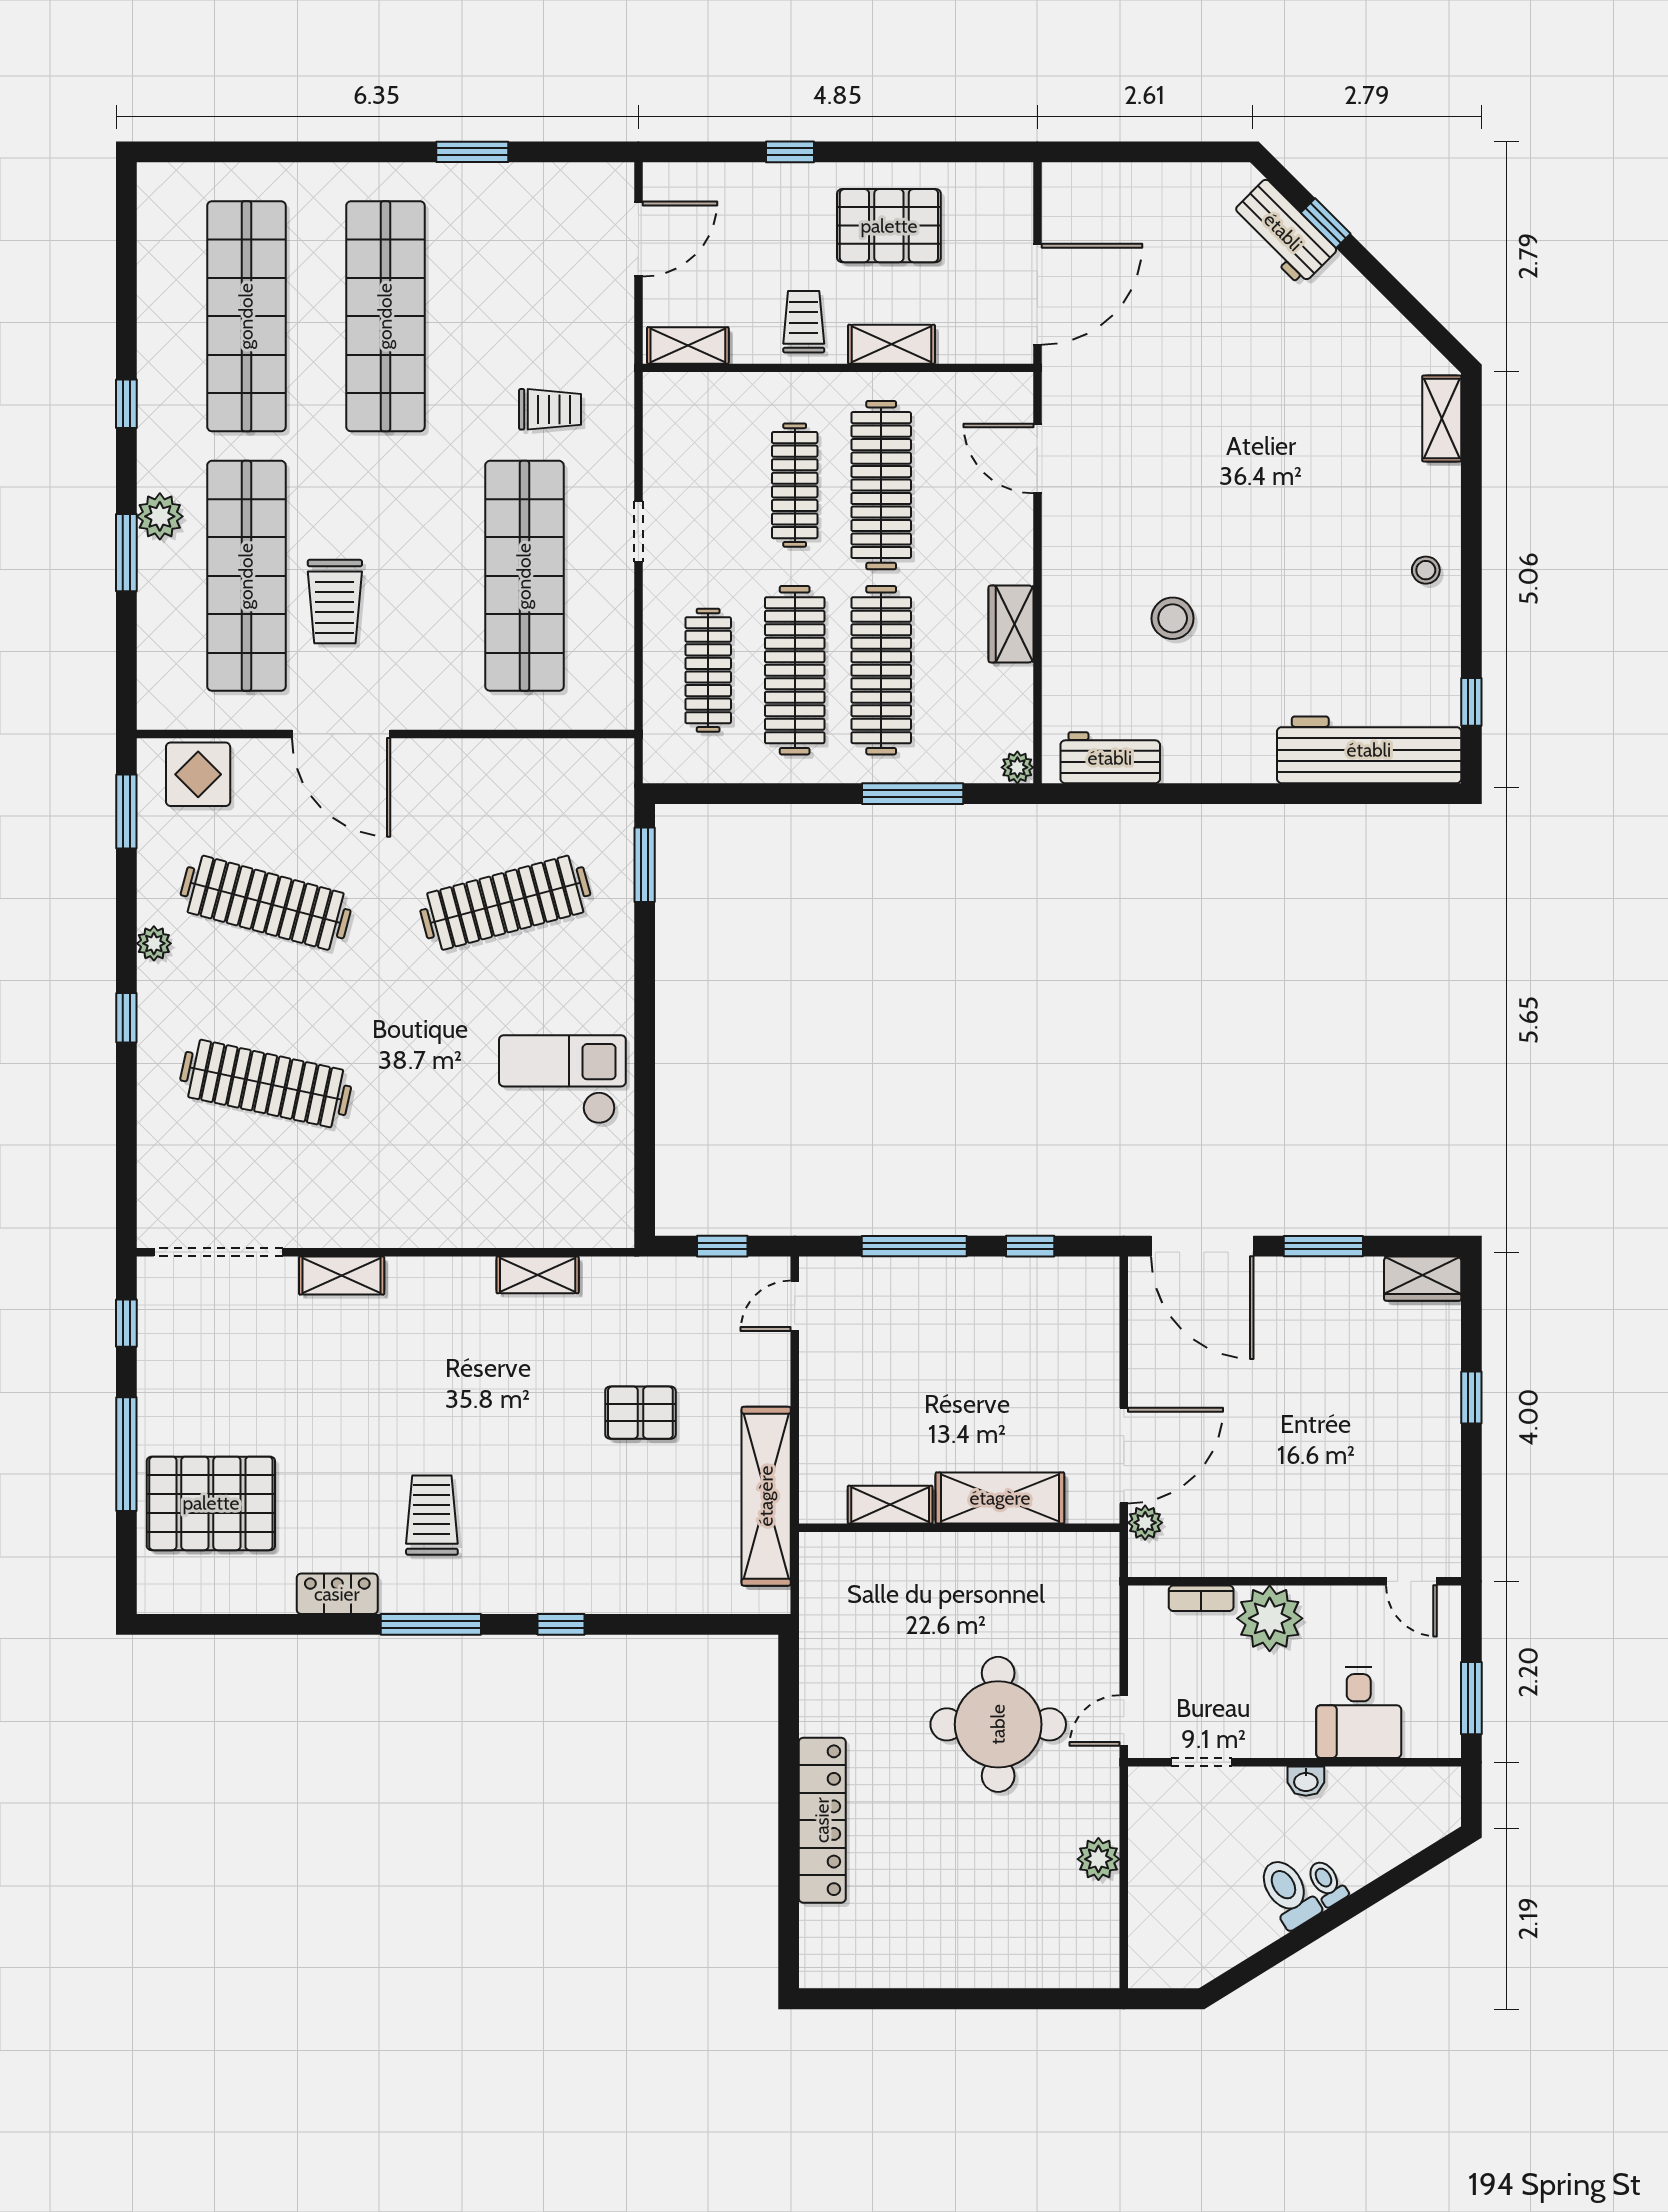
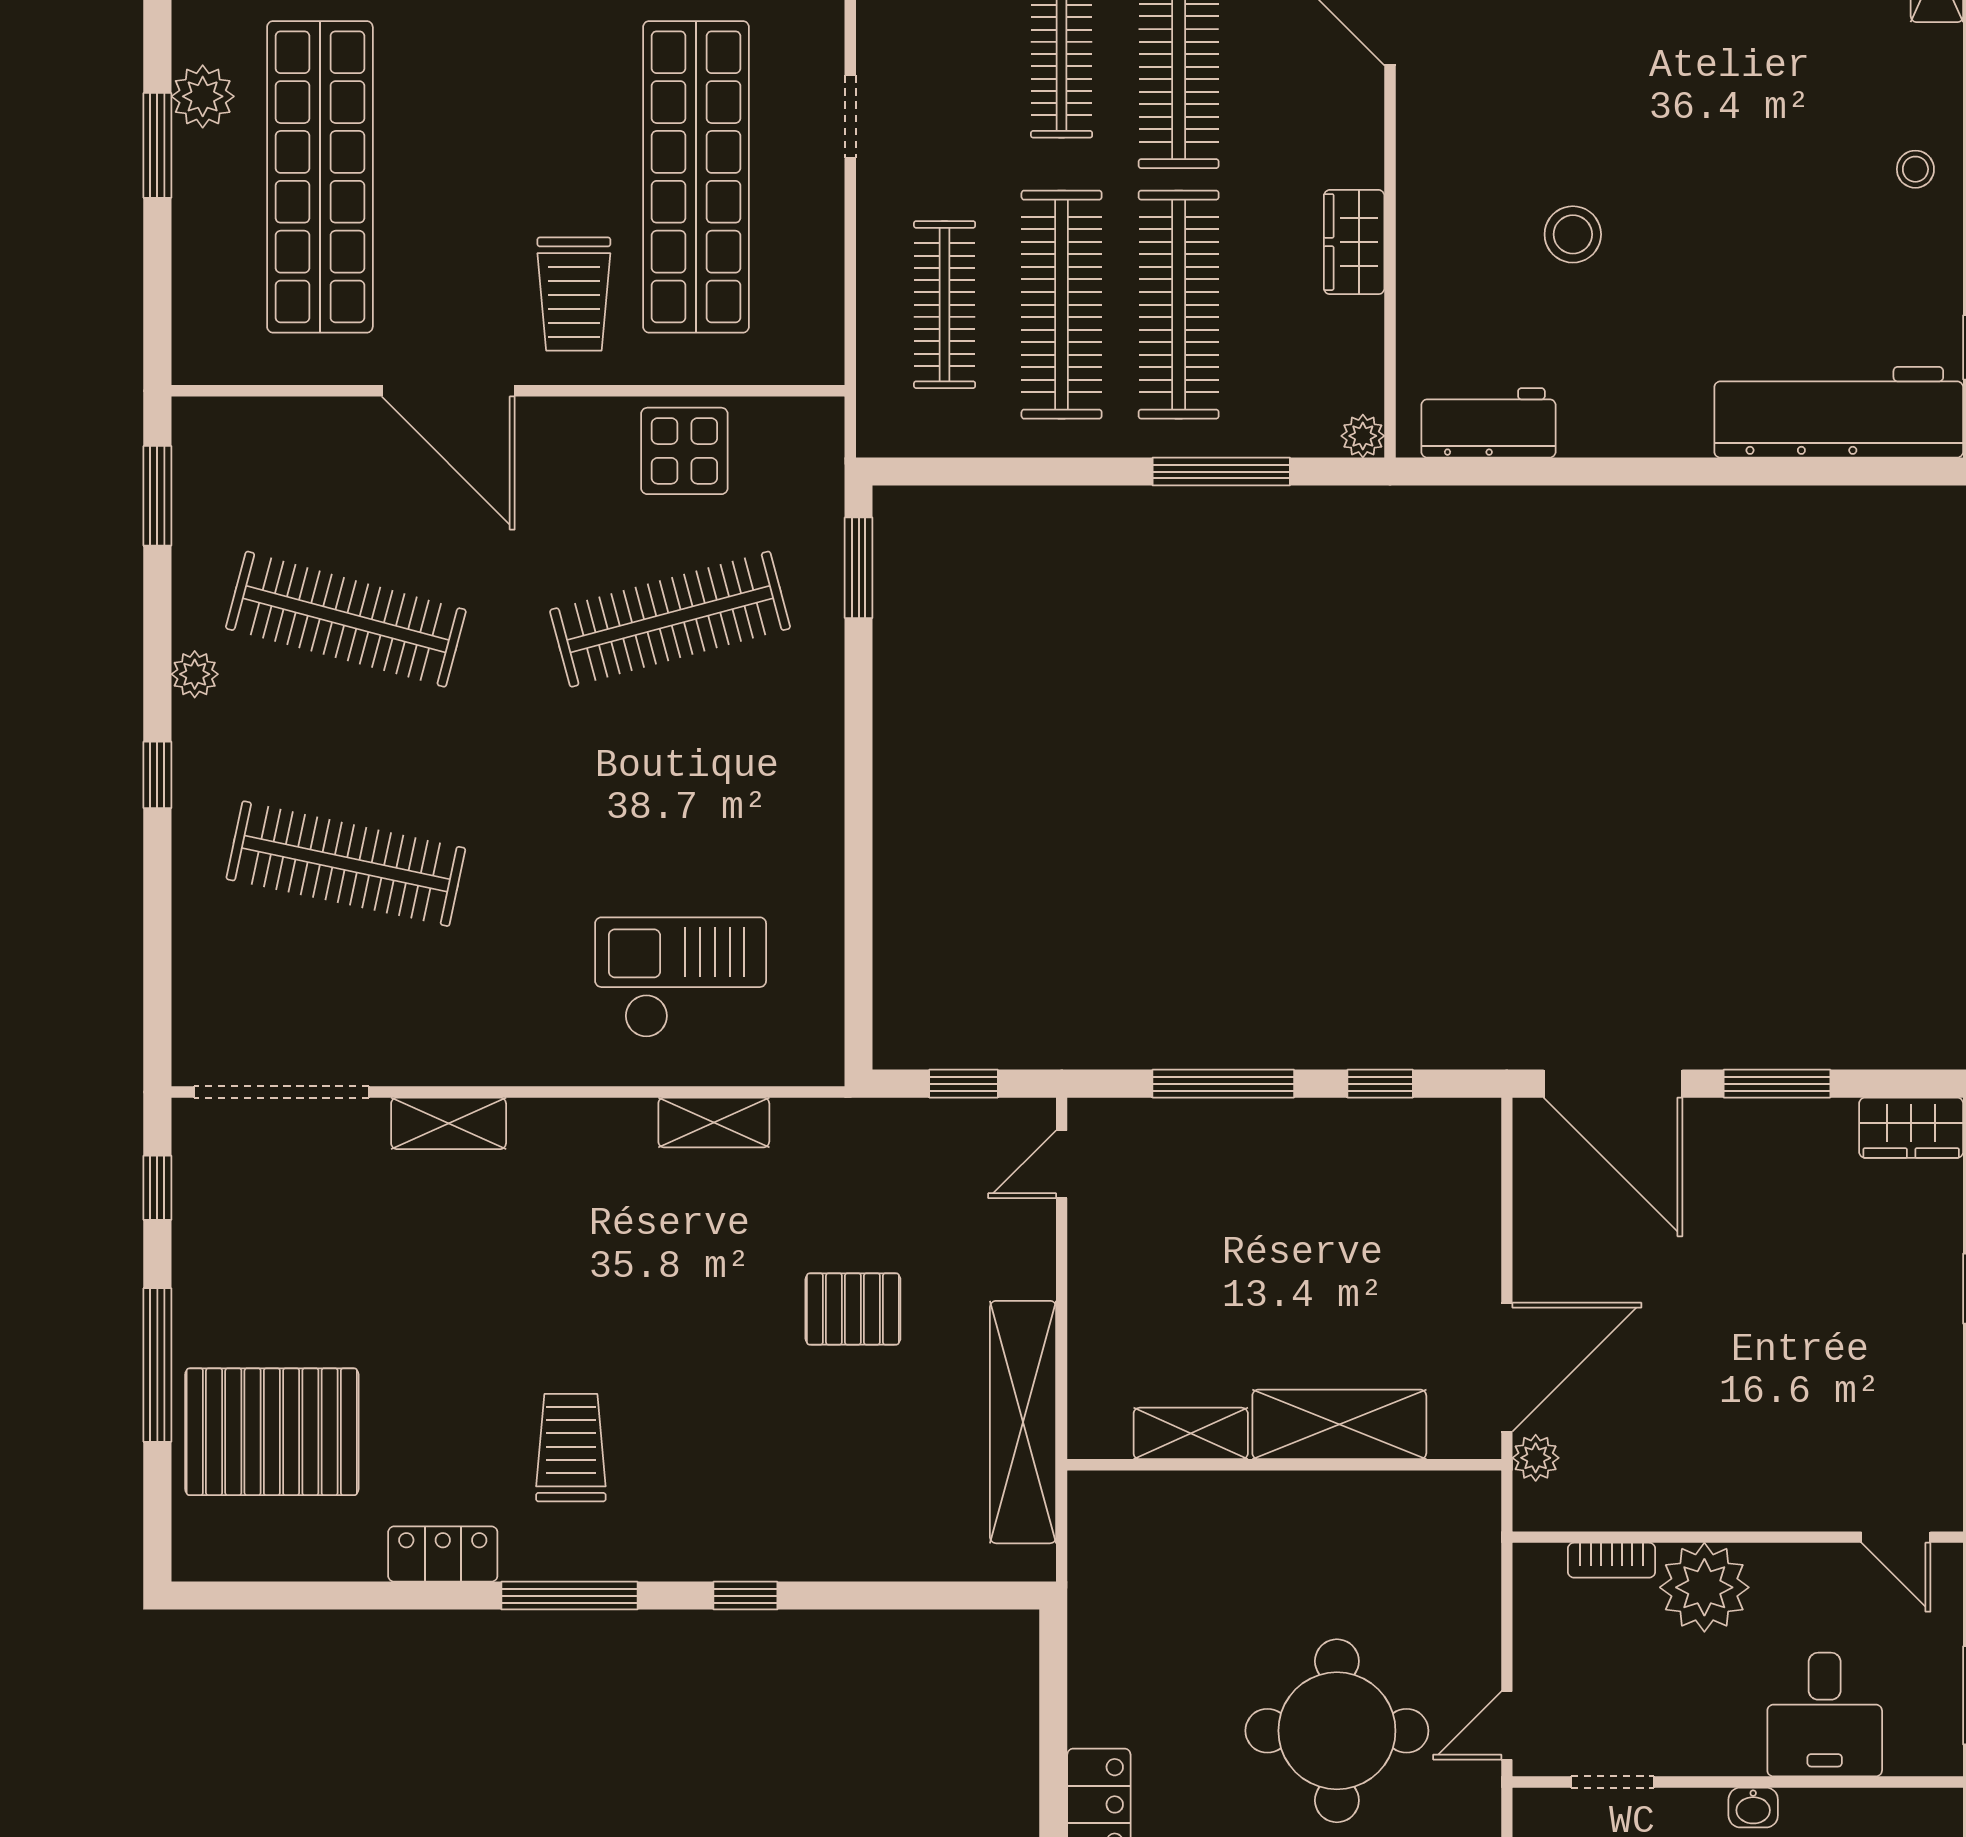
trolley: (335, 601) -> (574, 294), moved
display table: (198, 774) -> (684, 451), moved
checkout: (562, 1079) -> (681, 977), moved

